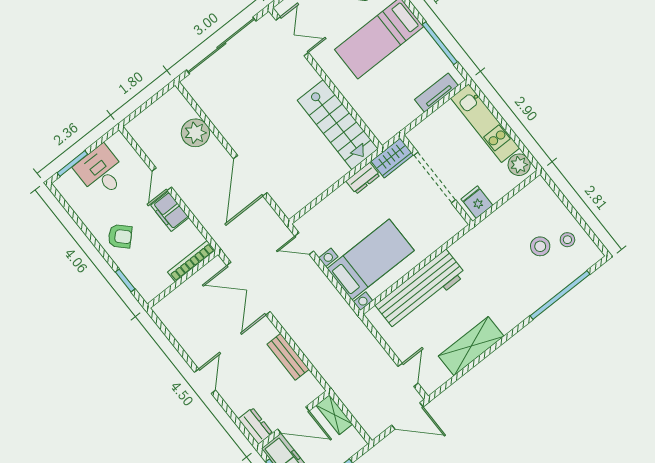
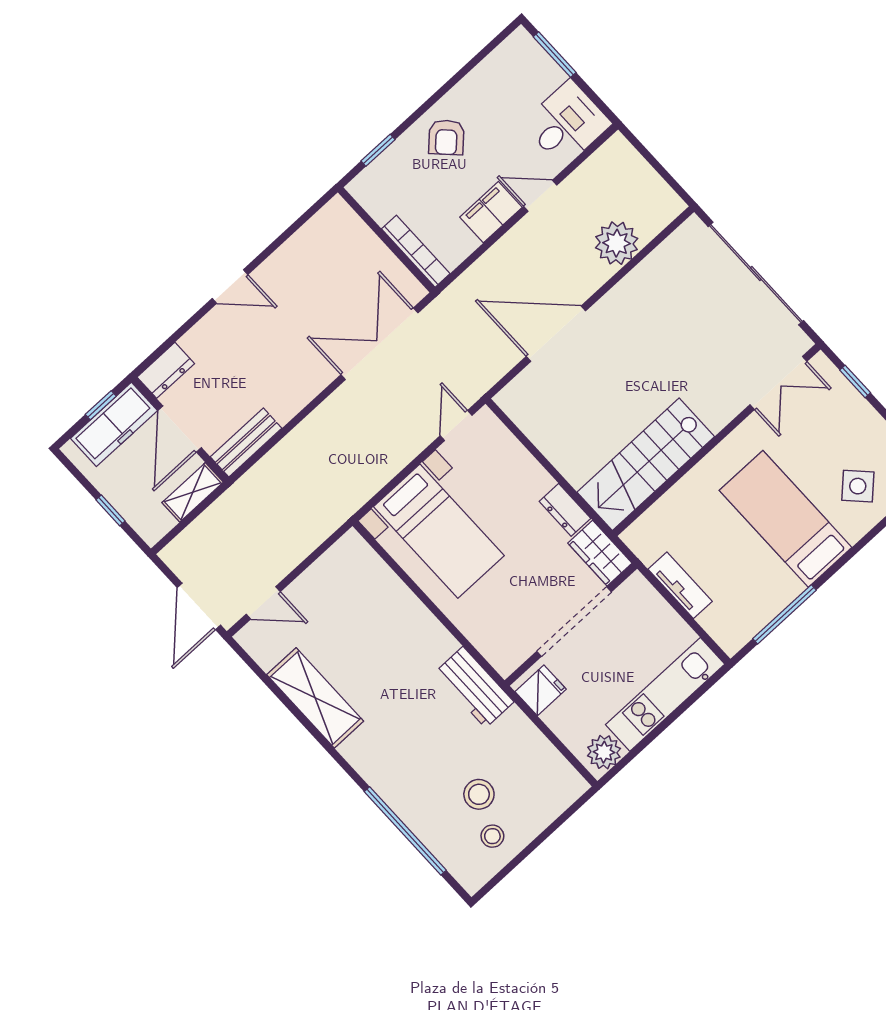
tv unit: (436, 93) -> (680, 585), moved
desk: (101, 172) -> (567, 124), moved
workbench: (421, 290) -> (474, 687), moved, width x0.53, depth x0.76
bench: (288, 357) -> (246, 443), moved

